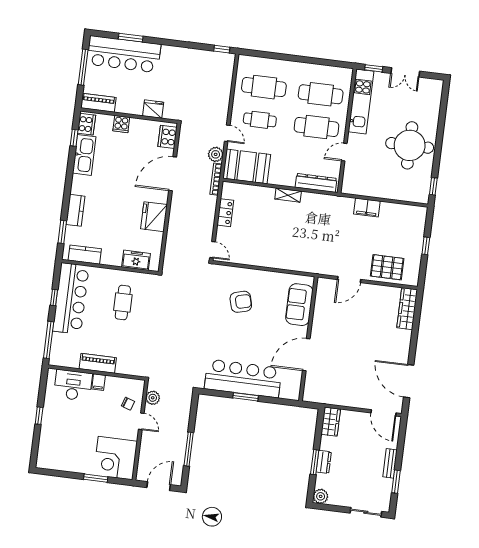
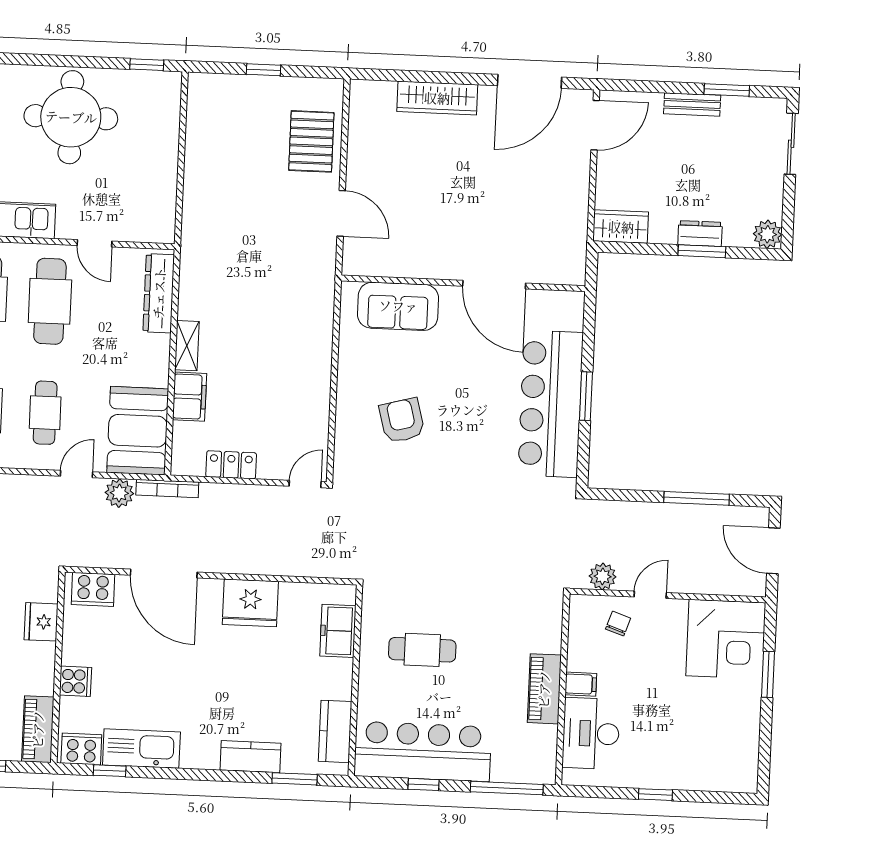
filing cabinet: (367, 208) -> (190, 397), moved
wardrobe: (407, 309) -> (437, 98), moved

